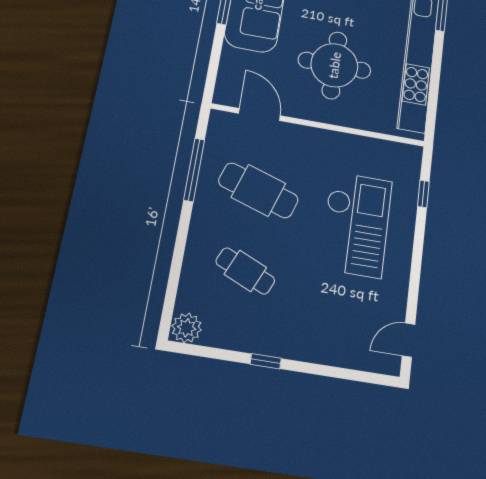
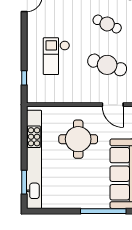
checkout: (356, 224) -> (56, 56), width x0.73, depth x0.83

